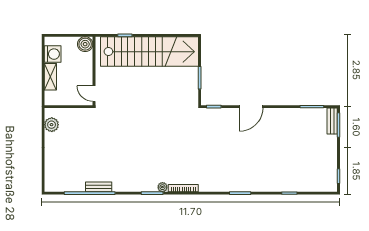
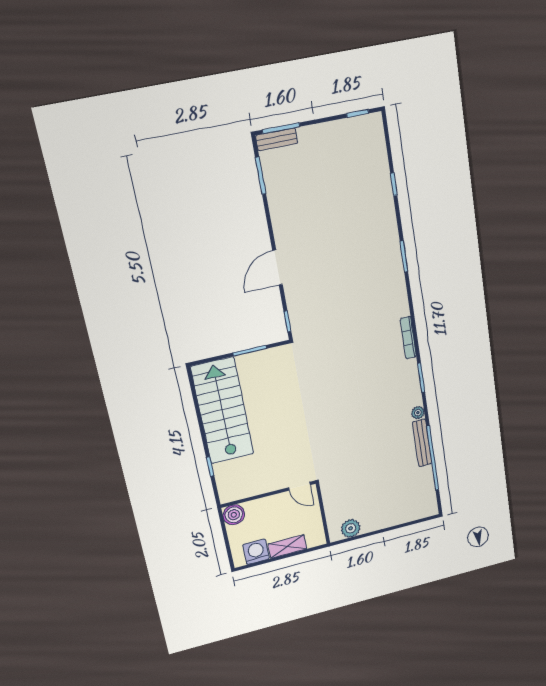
stairs: (150, 52) -> (222, 411), width x0.73
door: (94, 94) -> (299, 486), hinge flipped
door: (251, 107) -> (278, 268), swing flipped
bench: (99, 187) -> (422, 443), width x1.36
plant: (162, 187) -> (418, 413), moved

